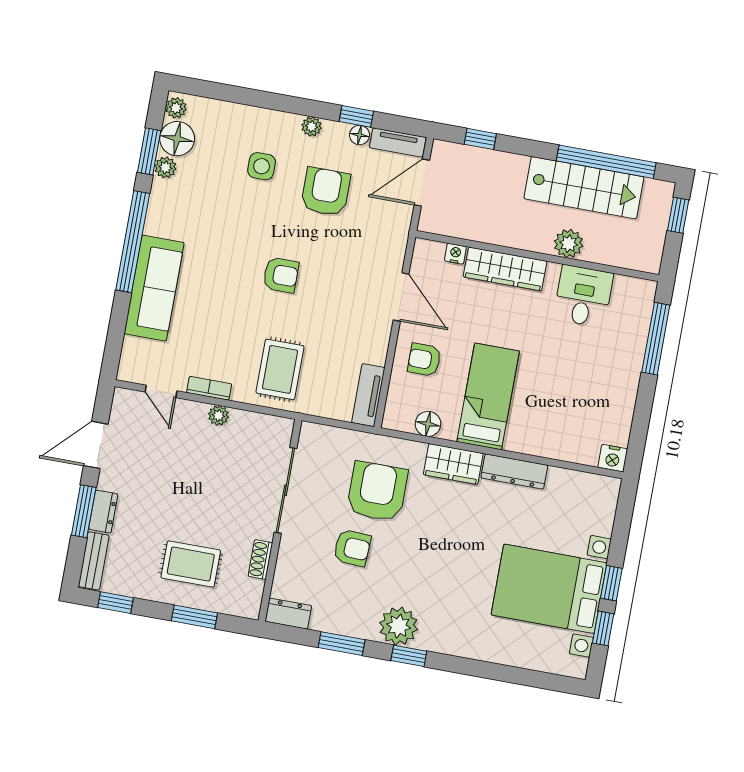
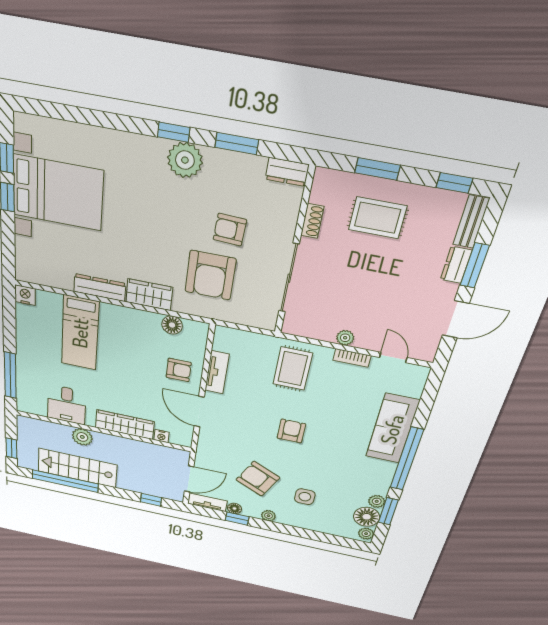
armchair: (326, 192) -> (258, 479), turned 116
armchair: (281, 275) -> (291, 431), turned 90
tv unit: (368, 395) -> (217, 372), moved
bed: (488, 396) -> (80, 333), moved

